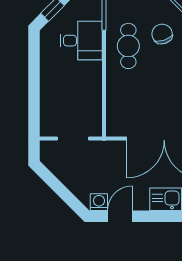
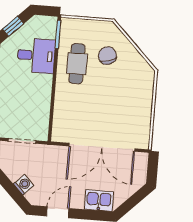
washing machine: (99, 202) -> (24, 185), moved, turned 45

